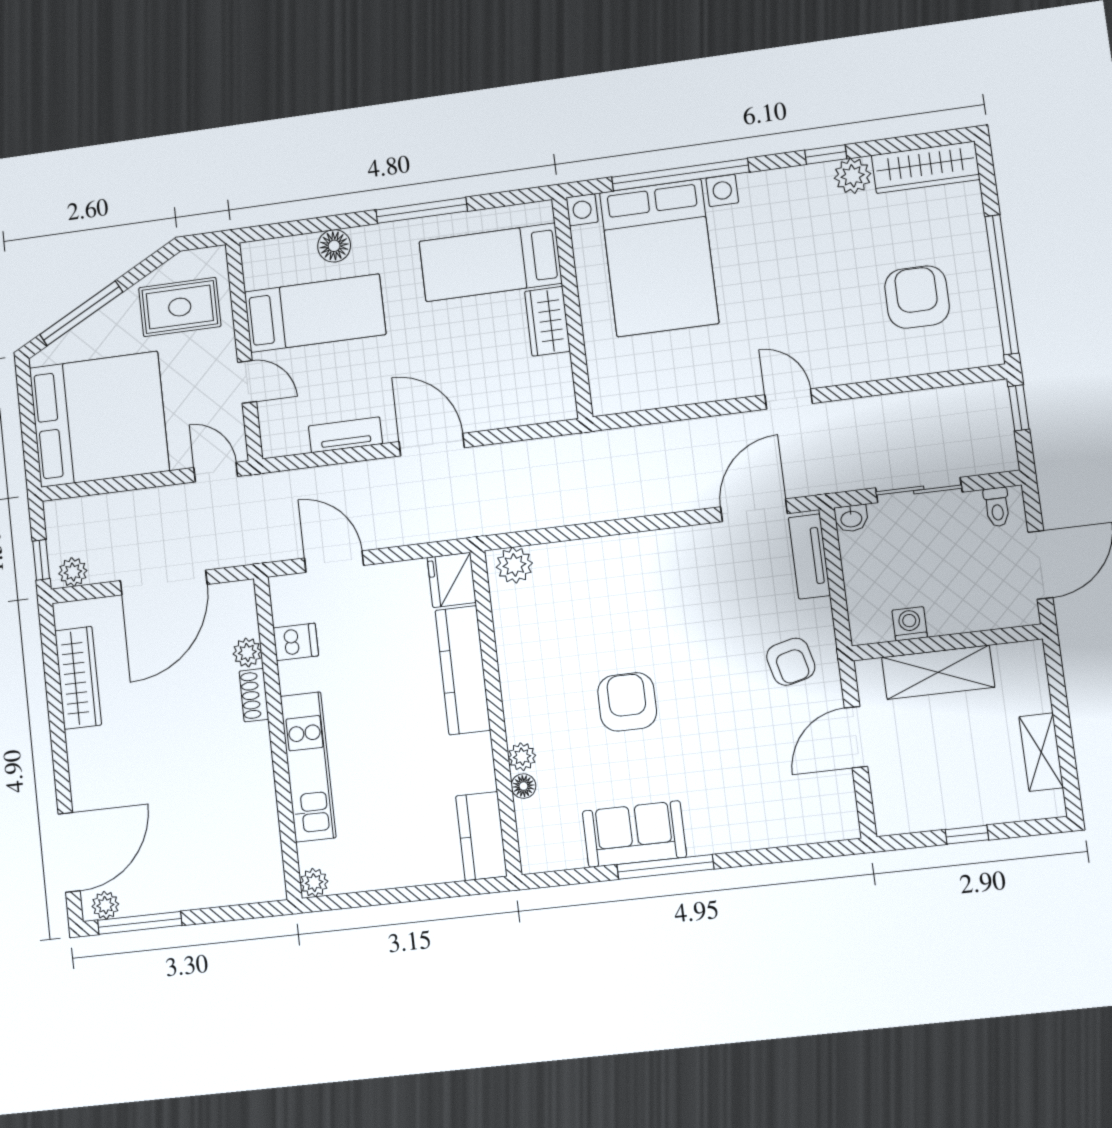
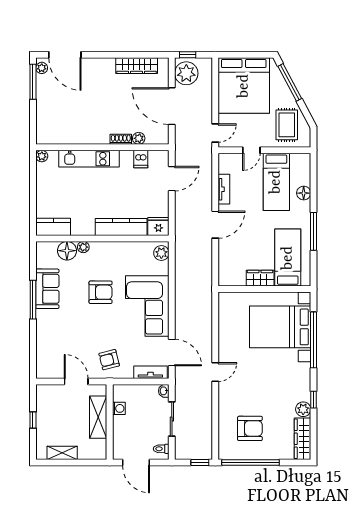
plant: (73, 572) -> (186, 73), width x1.87, depth x1.87
corner sofa: (647, 584) -> (147, 306), added
floor lamp: (523, 786) -> (67, 251), width x1.89, depth x1.89

